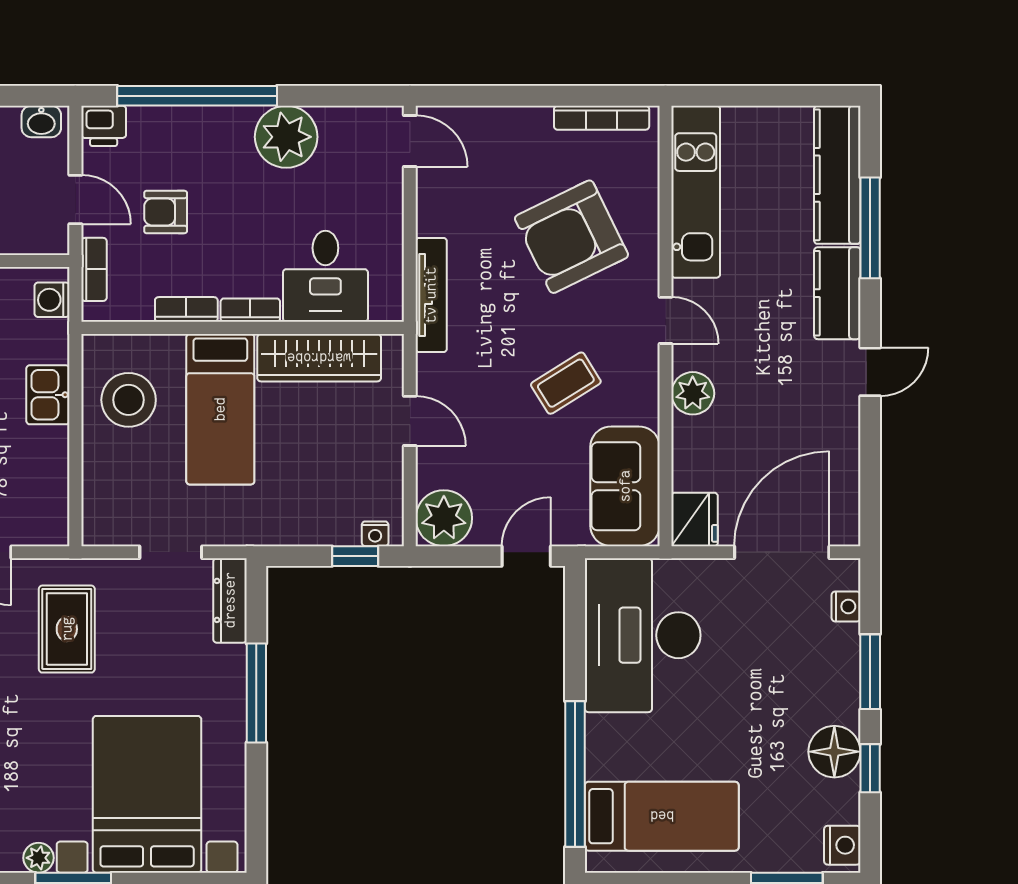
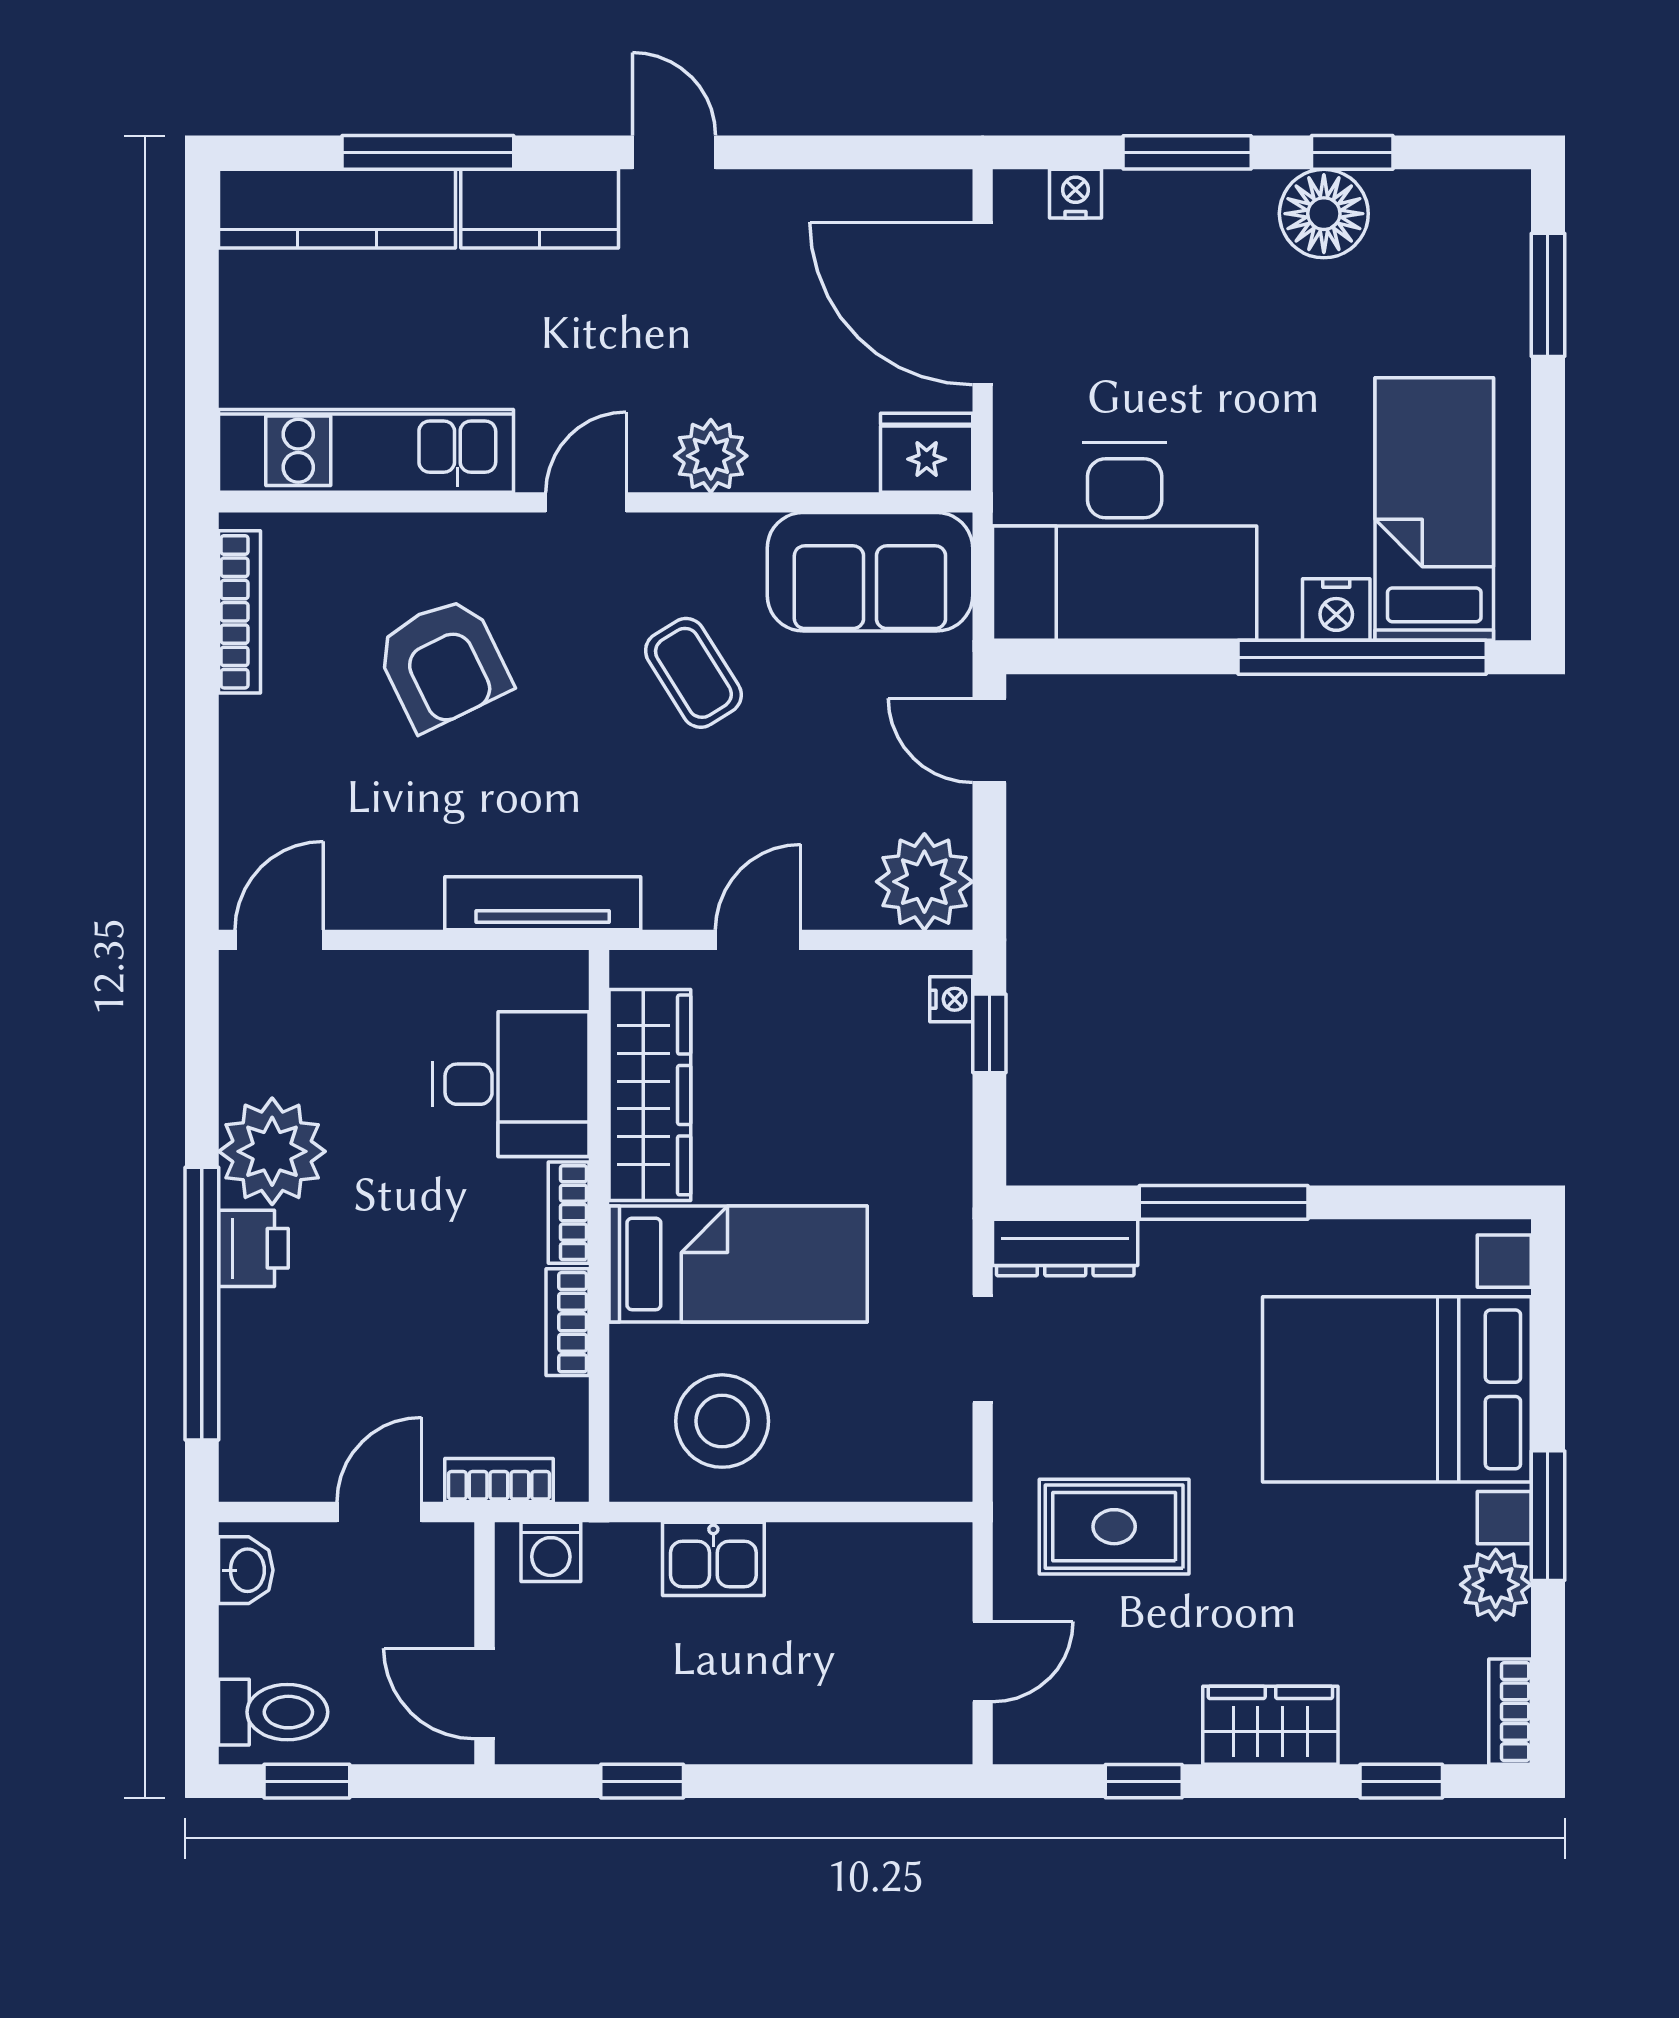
printer: (104, 126) -> (253, 1248), moved
armchair: (166, 212) -> (401, 1358), removed
armchair: (571, 237) -> (443, 663), width x0.73, depth x0.73
nightstand: (842, 845) -> (1336, 609), moved, turned 180
plant: (39, 858) -> (1496, 1585), width x1.38, depth x1.38

